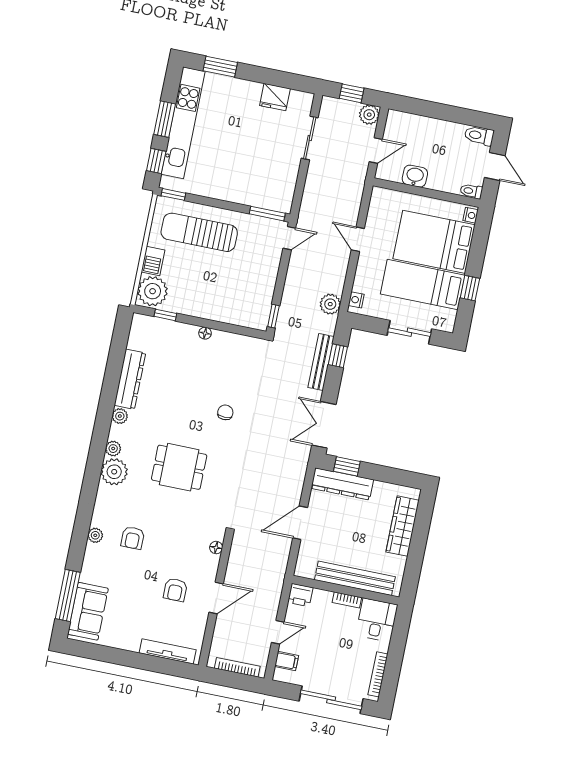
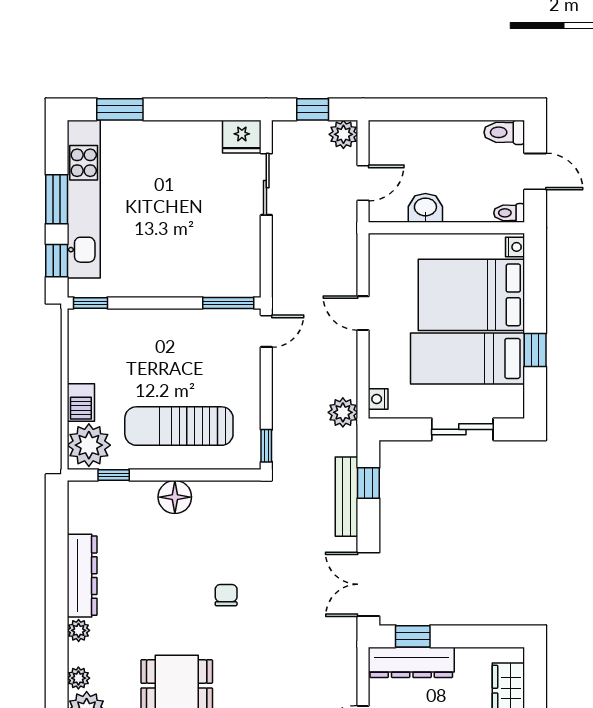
fridge: (275, 97) -> (242, 137), moved
sun lounger: (199, 232) -> (179, 426), moved
floor lamp: (205, 333) -> (175, 497), width x1.89, depth x1.89

